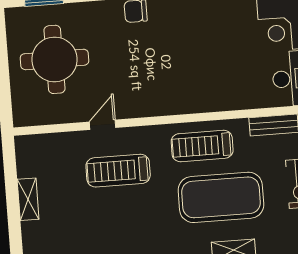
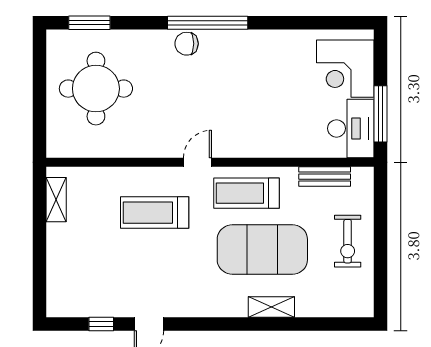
door: (103, 125) -> (197, 162), moved
shelving: (28, 199) -> (56, 200), moved

